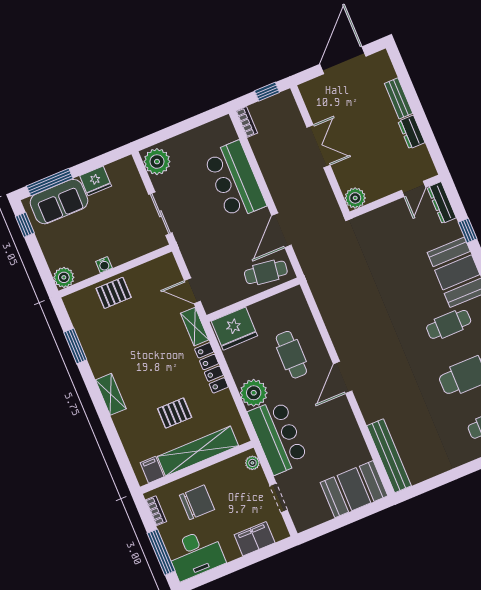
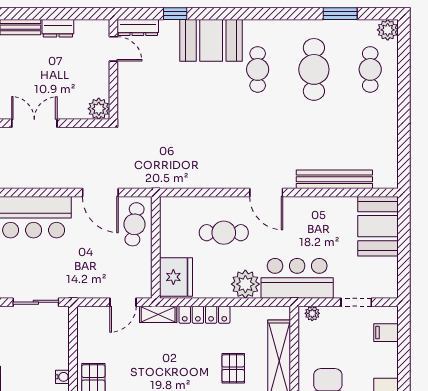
bench: (389, 456) -> (334, 179), moved
filing cabinet: (255, 539) -> (386, 333), width x0.50

